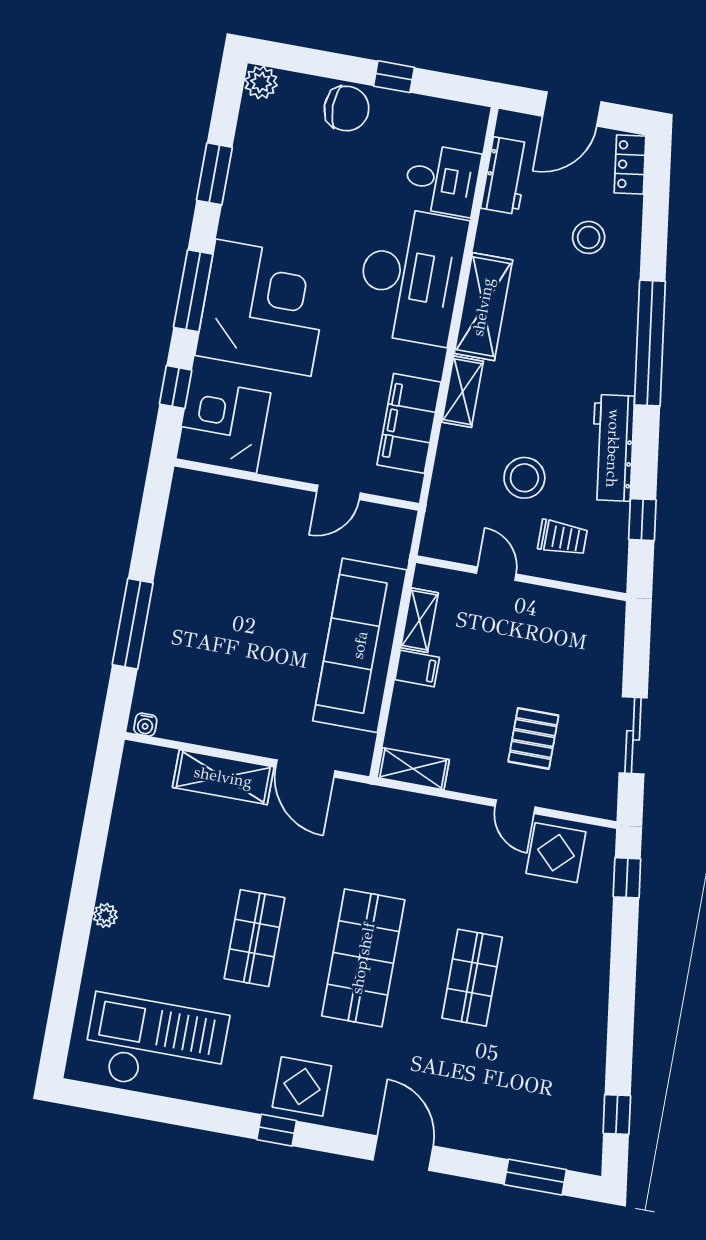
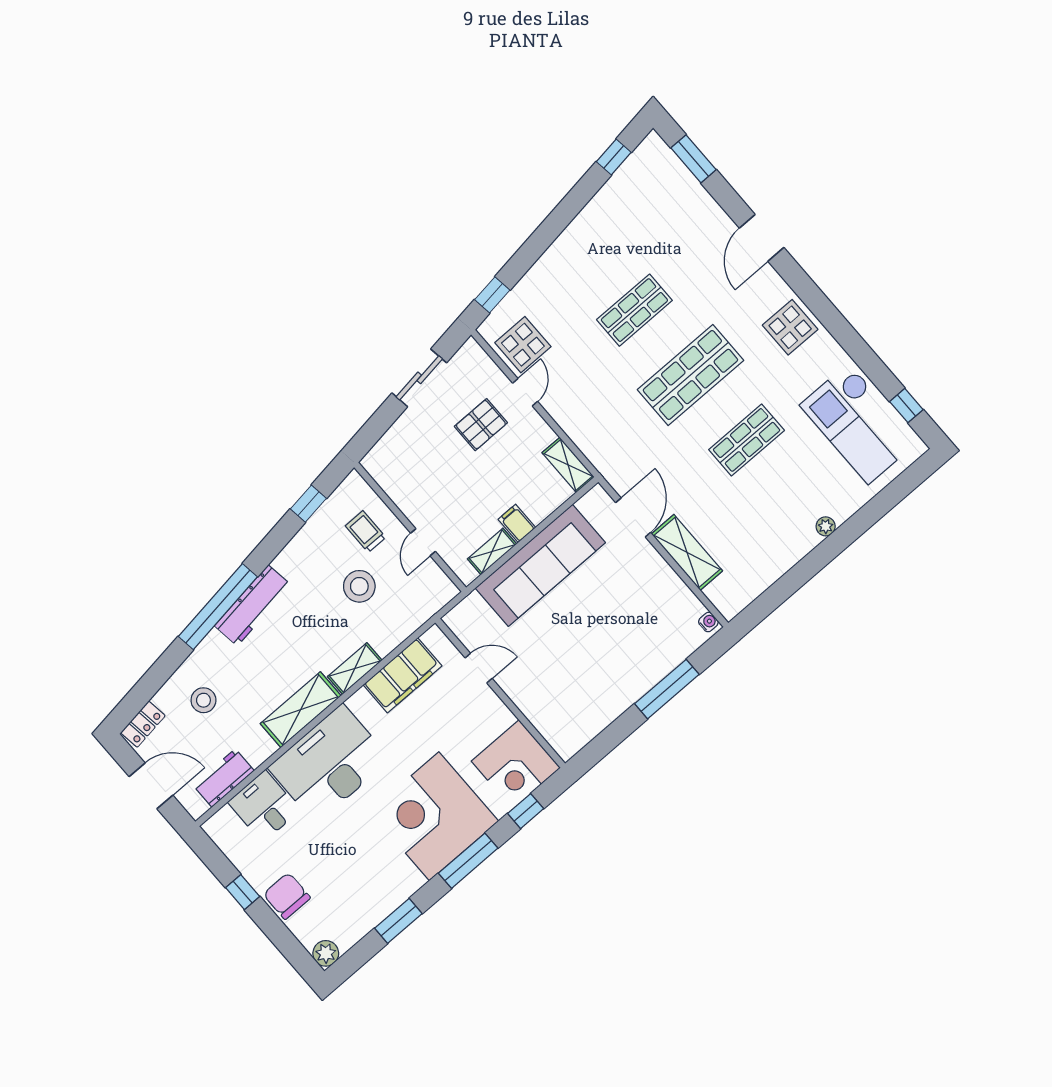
workbench: (613, 448) -> (253, 605), moved
window: (277, 1130) -> (906, 406), moved

